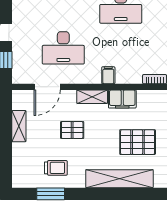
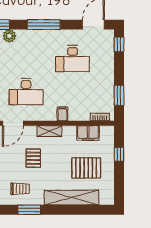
filing cabinet: (122, 99) -> (88, 133), moved
pallet: (72, 130) -> (33, 158), turned 90
window: (51, 194) -> (29, 210), moved

